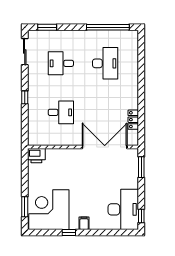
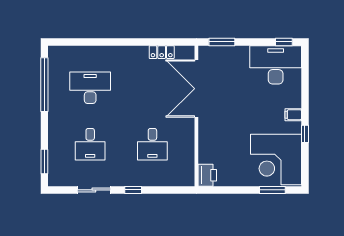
sliding door: (25, 52) -> (94, 190), moved
desk: (61, 112) -> (152, 144), turned 180

